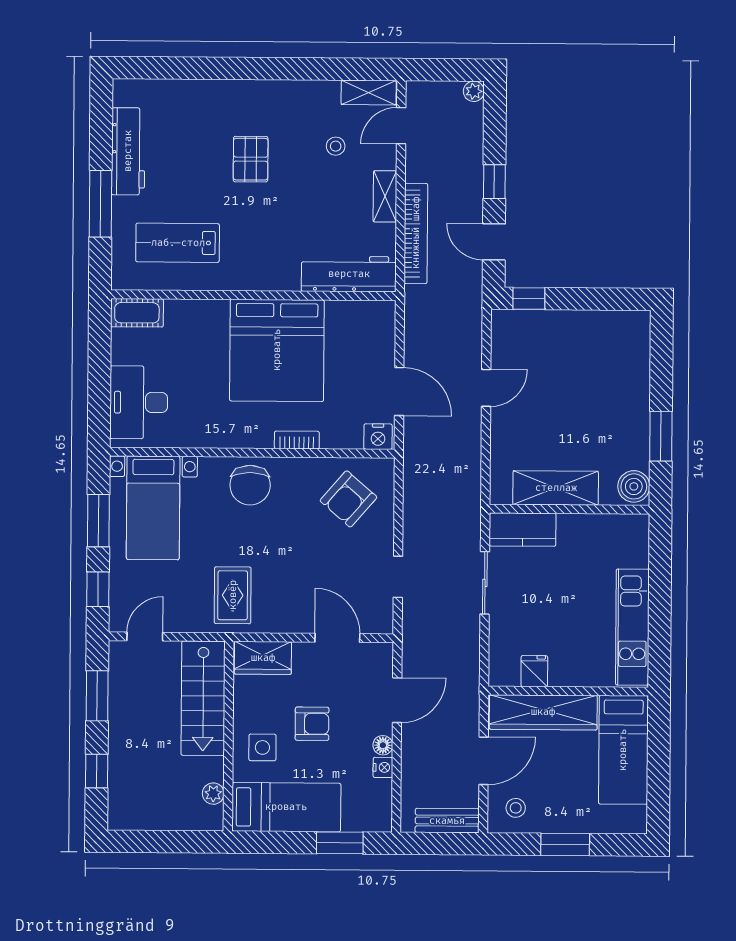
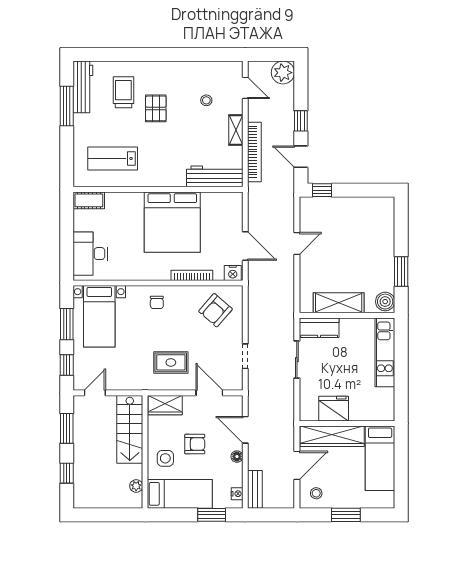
plant: (474, 91) -> (283, 73), width x1.87, depth x1.87
shelving: (369, 93) -> (226, 68), removed
door: (401, 126) -> (245, 88), swing flipped
trolley: (196, 132) -> (123, 92), added
workbench: (128, 151) -> (83, 87), moved
window: (101, 204) -> (67, 106), moved
bookcase: (297, 440) -> (192, 275), width x1.56
chair: (250, 485) -> (157, 302), width x0.54, depth x0.54
rug: (233, 595) -> (171, 362), moved, turned 90
kitchen unit: (632, 627) -> (385, 352), moved
fridge: (534, 671) -> (334, 409), width x1.88, depth x1.34
door: (397, 700) -> (245, 430), swing flipped
nightstand: (383, 767) -> (237, 494), moved
bench: (447, 821) -> (255, 489), moved, turned 90

